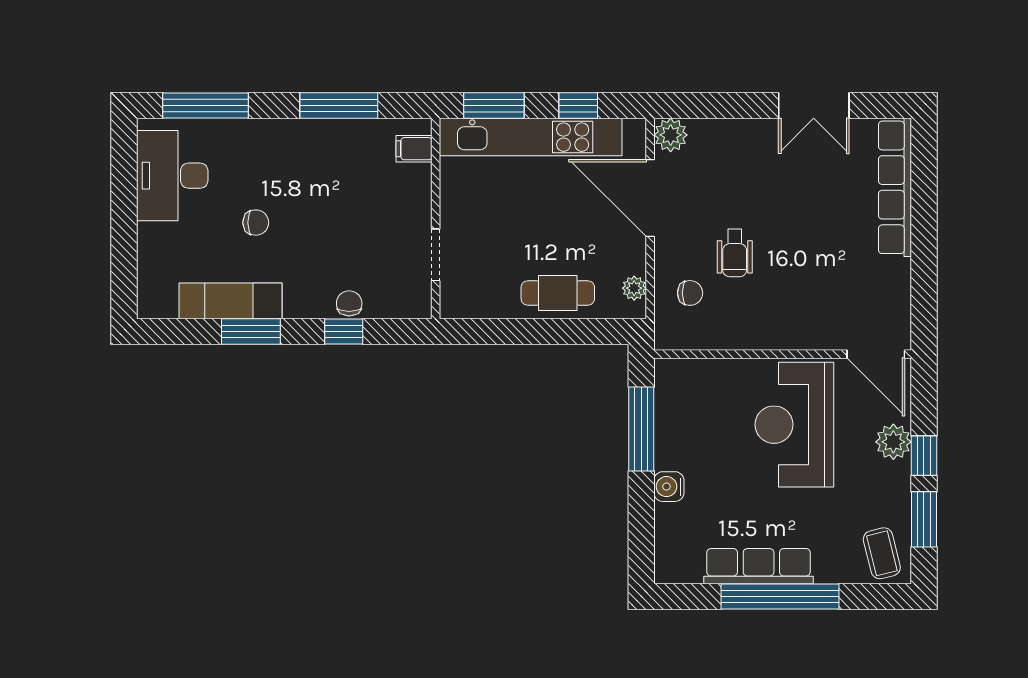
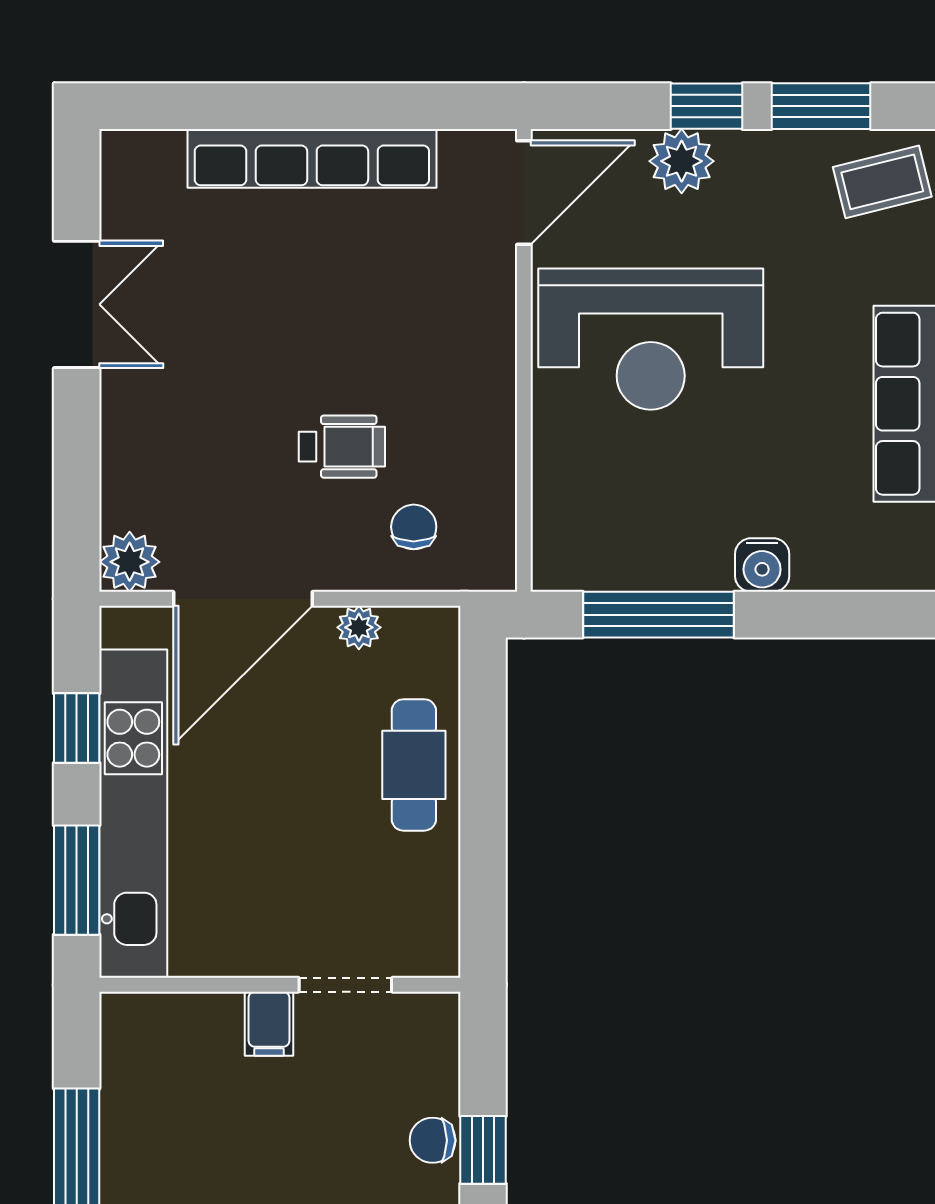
filing cabinet: (414, 149) -> (269, 1024), moved
row of seats: (895, 187) -> (312, 158), moved
plant: (634, 288) -> (359, 627), moved

